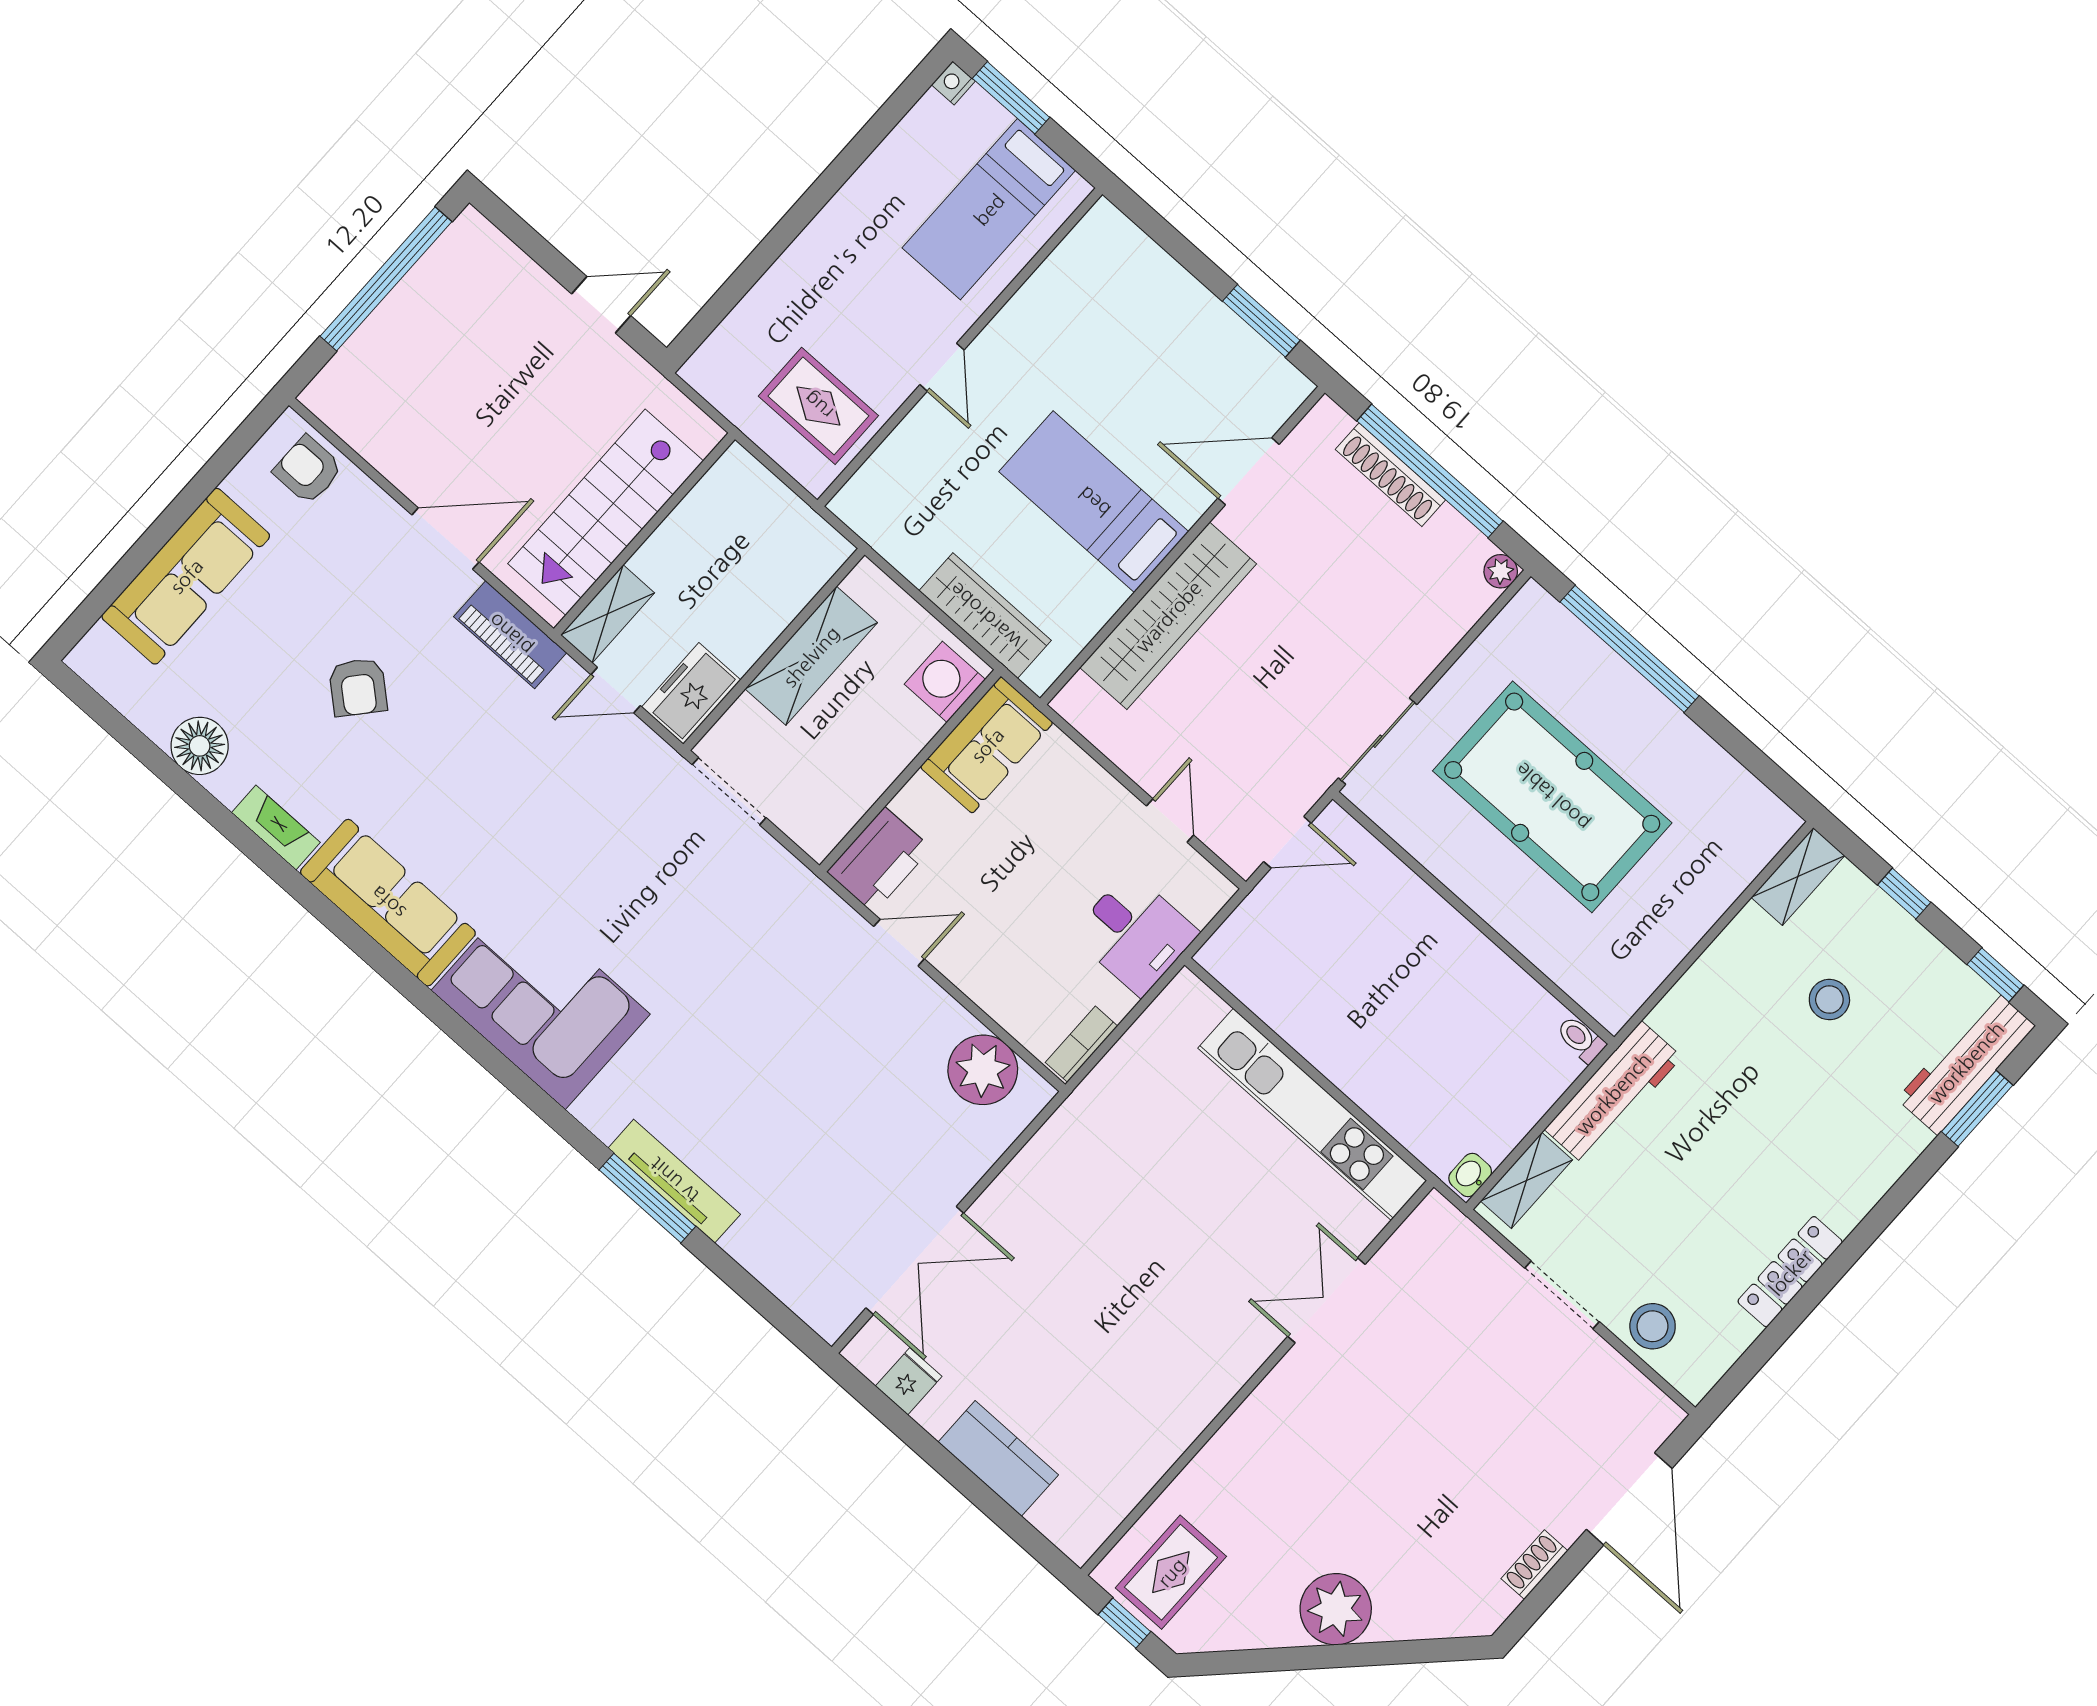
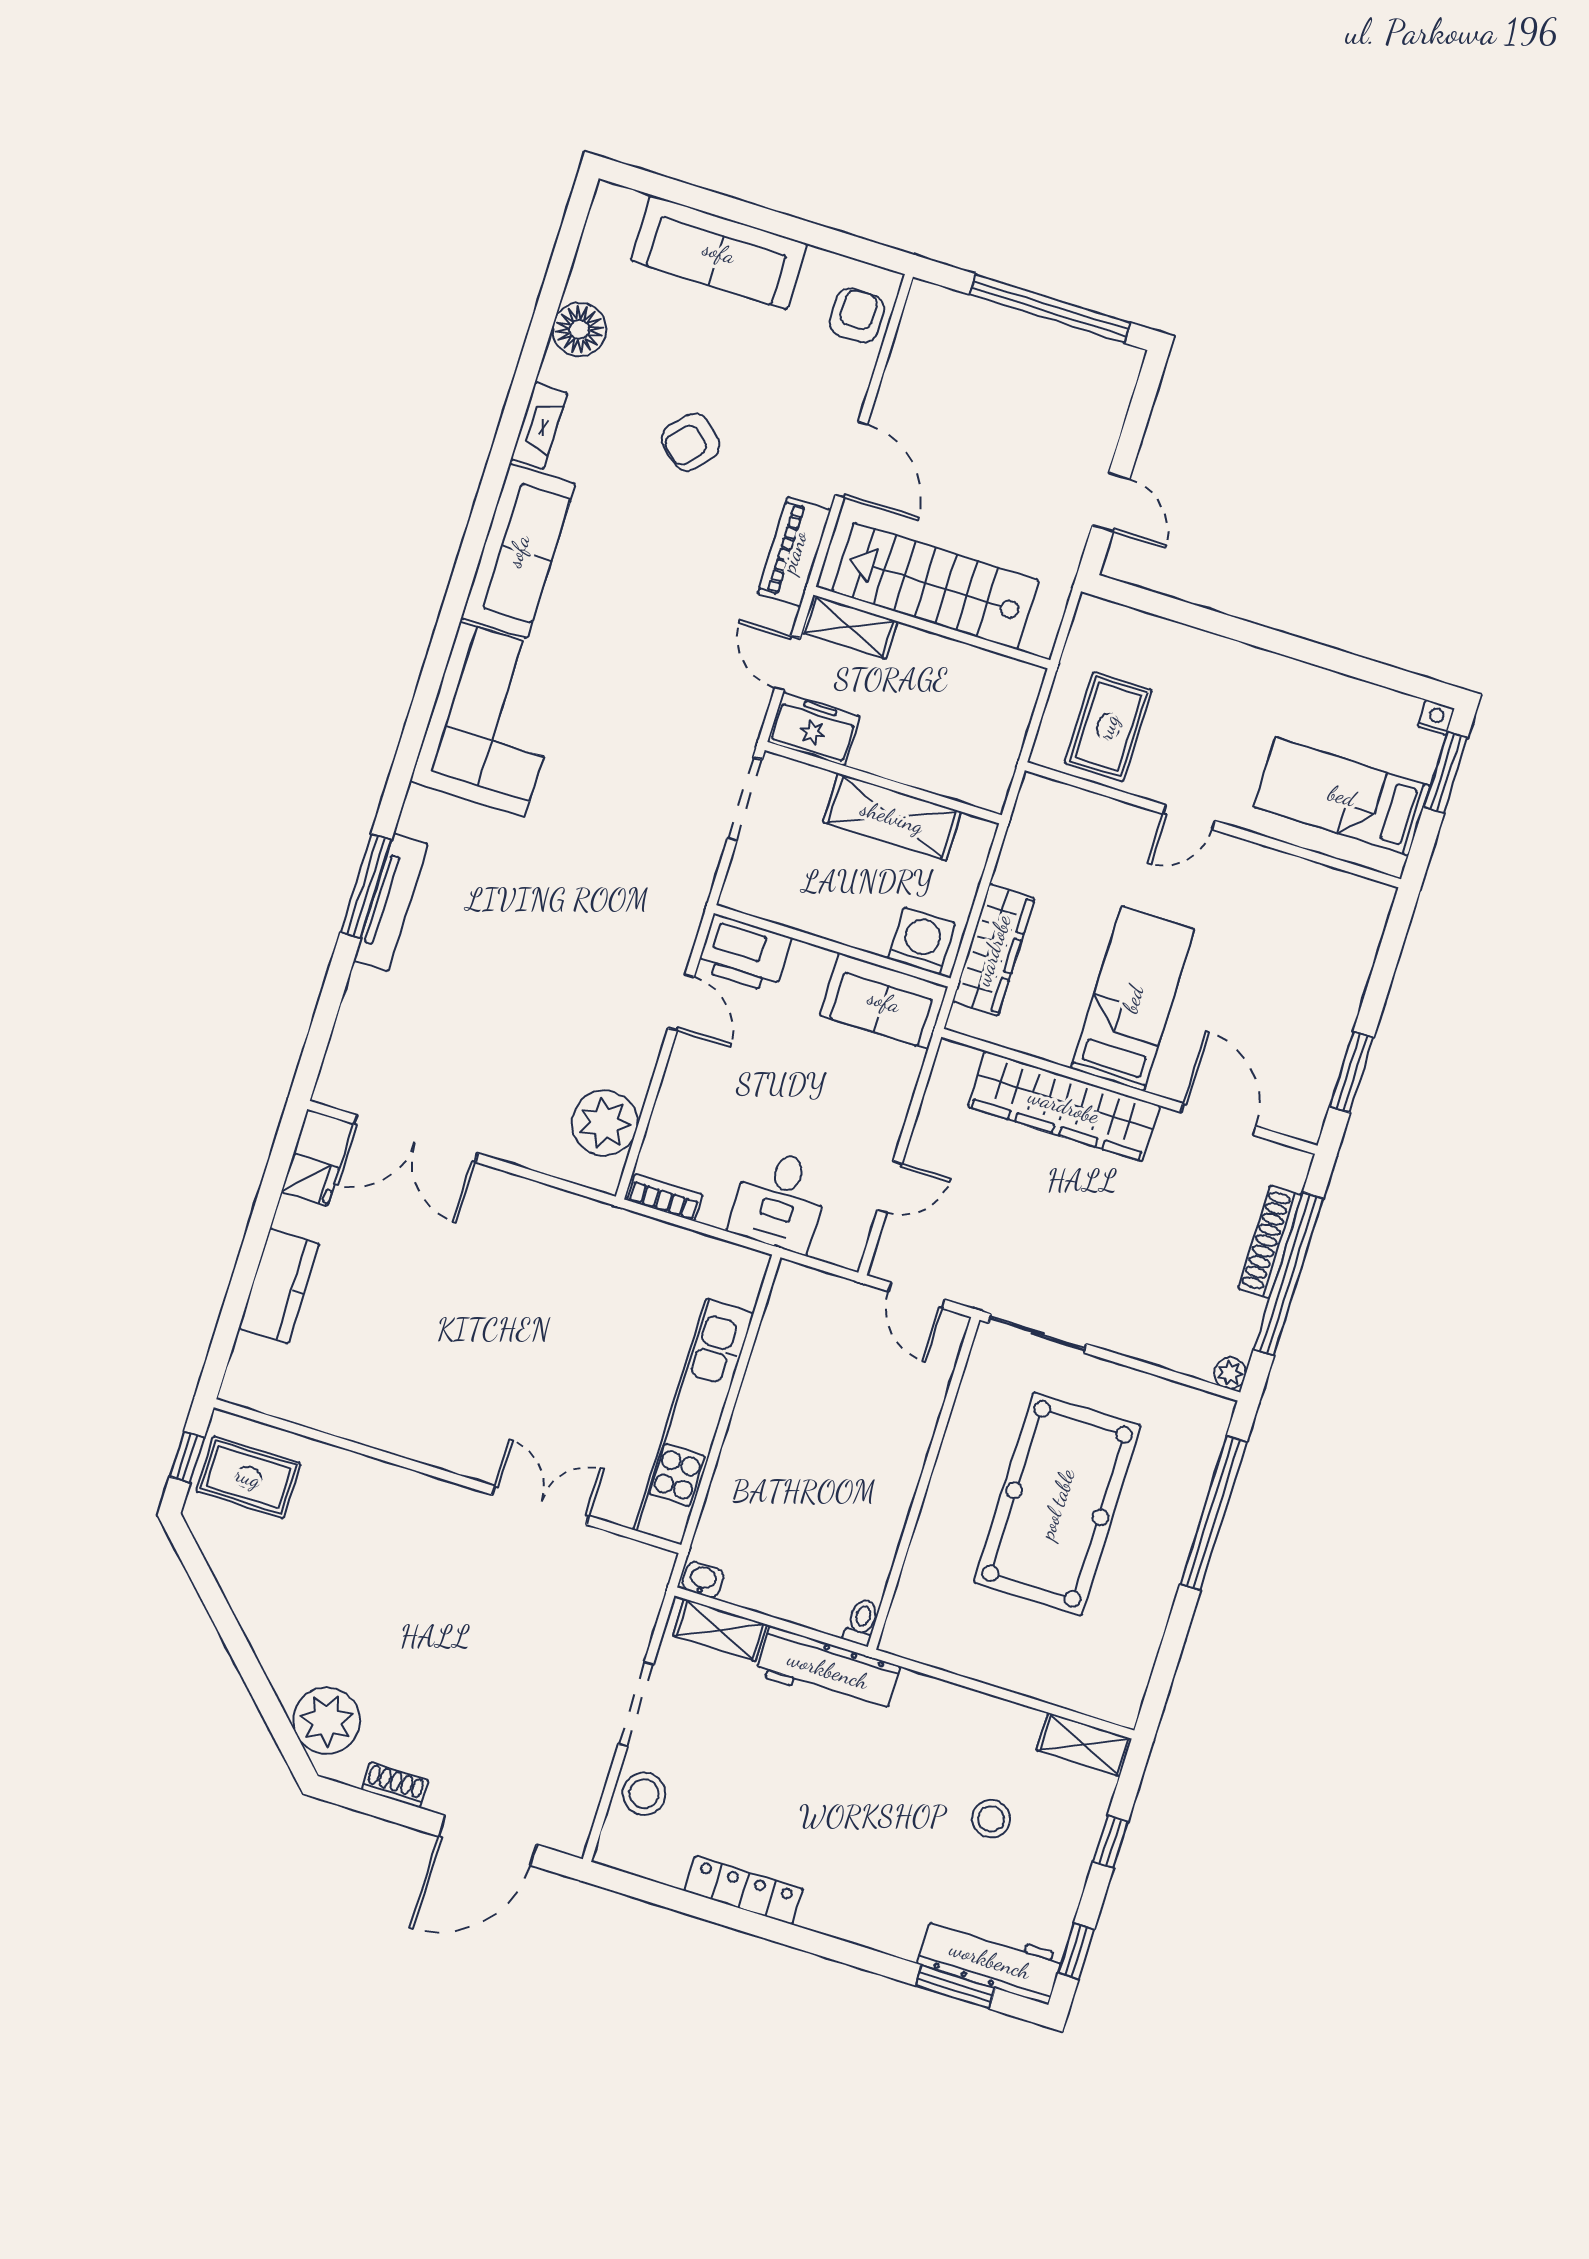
plant: (1336, 1609) -> (326, 1721), moved

